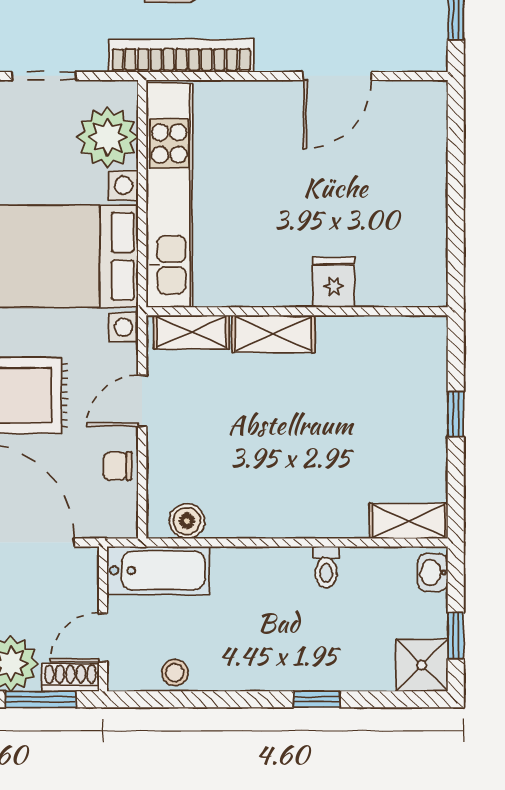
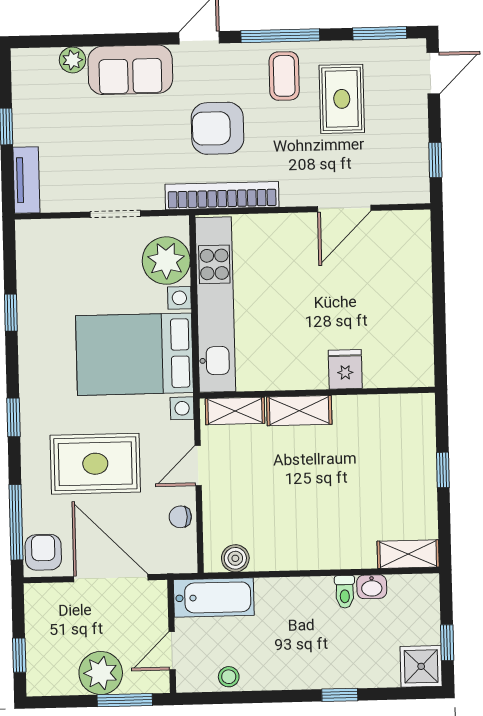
washbasin: (433, 573) -> (372, 587), moved, turned -90
shoe rack: (70, 677) -> (147, 683), removed

